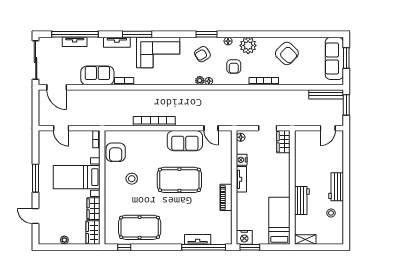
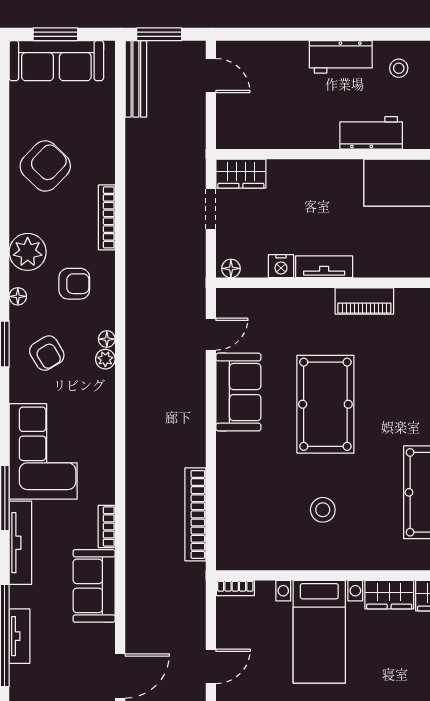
tv unit: (117, 42) -> (20, 543), width x1.41
bookcase: (154, 121) -> (195, 514), moved
armchair: (116, 152) -> (264, 545), removed

